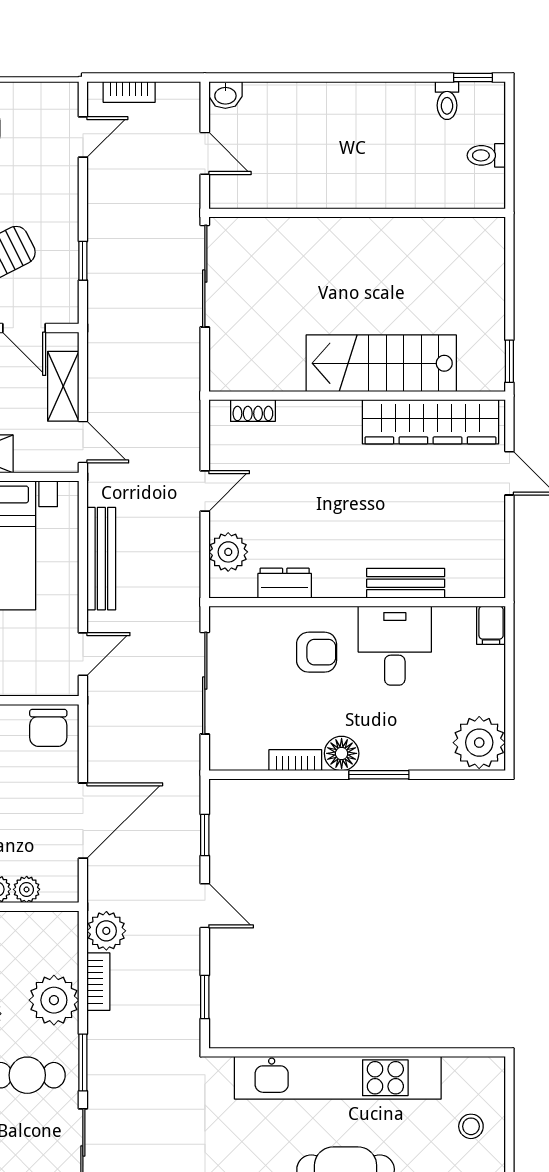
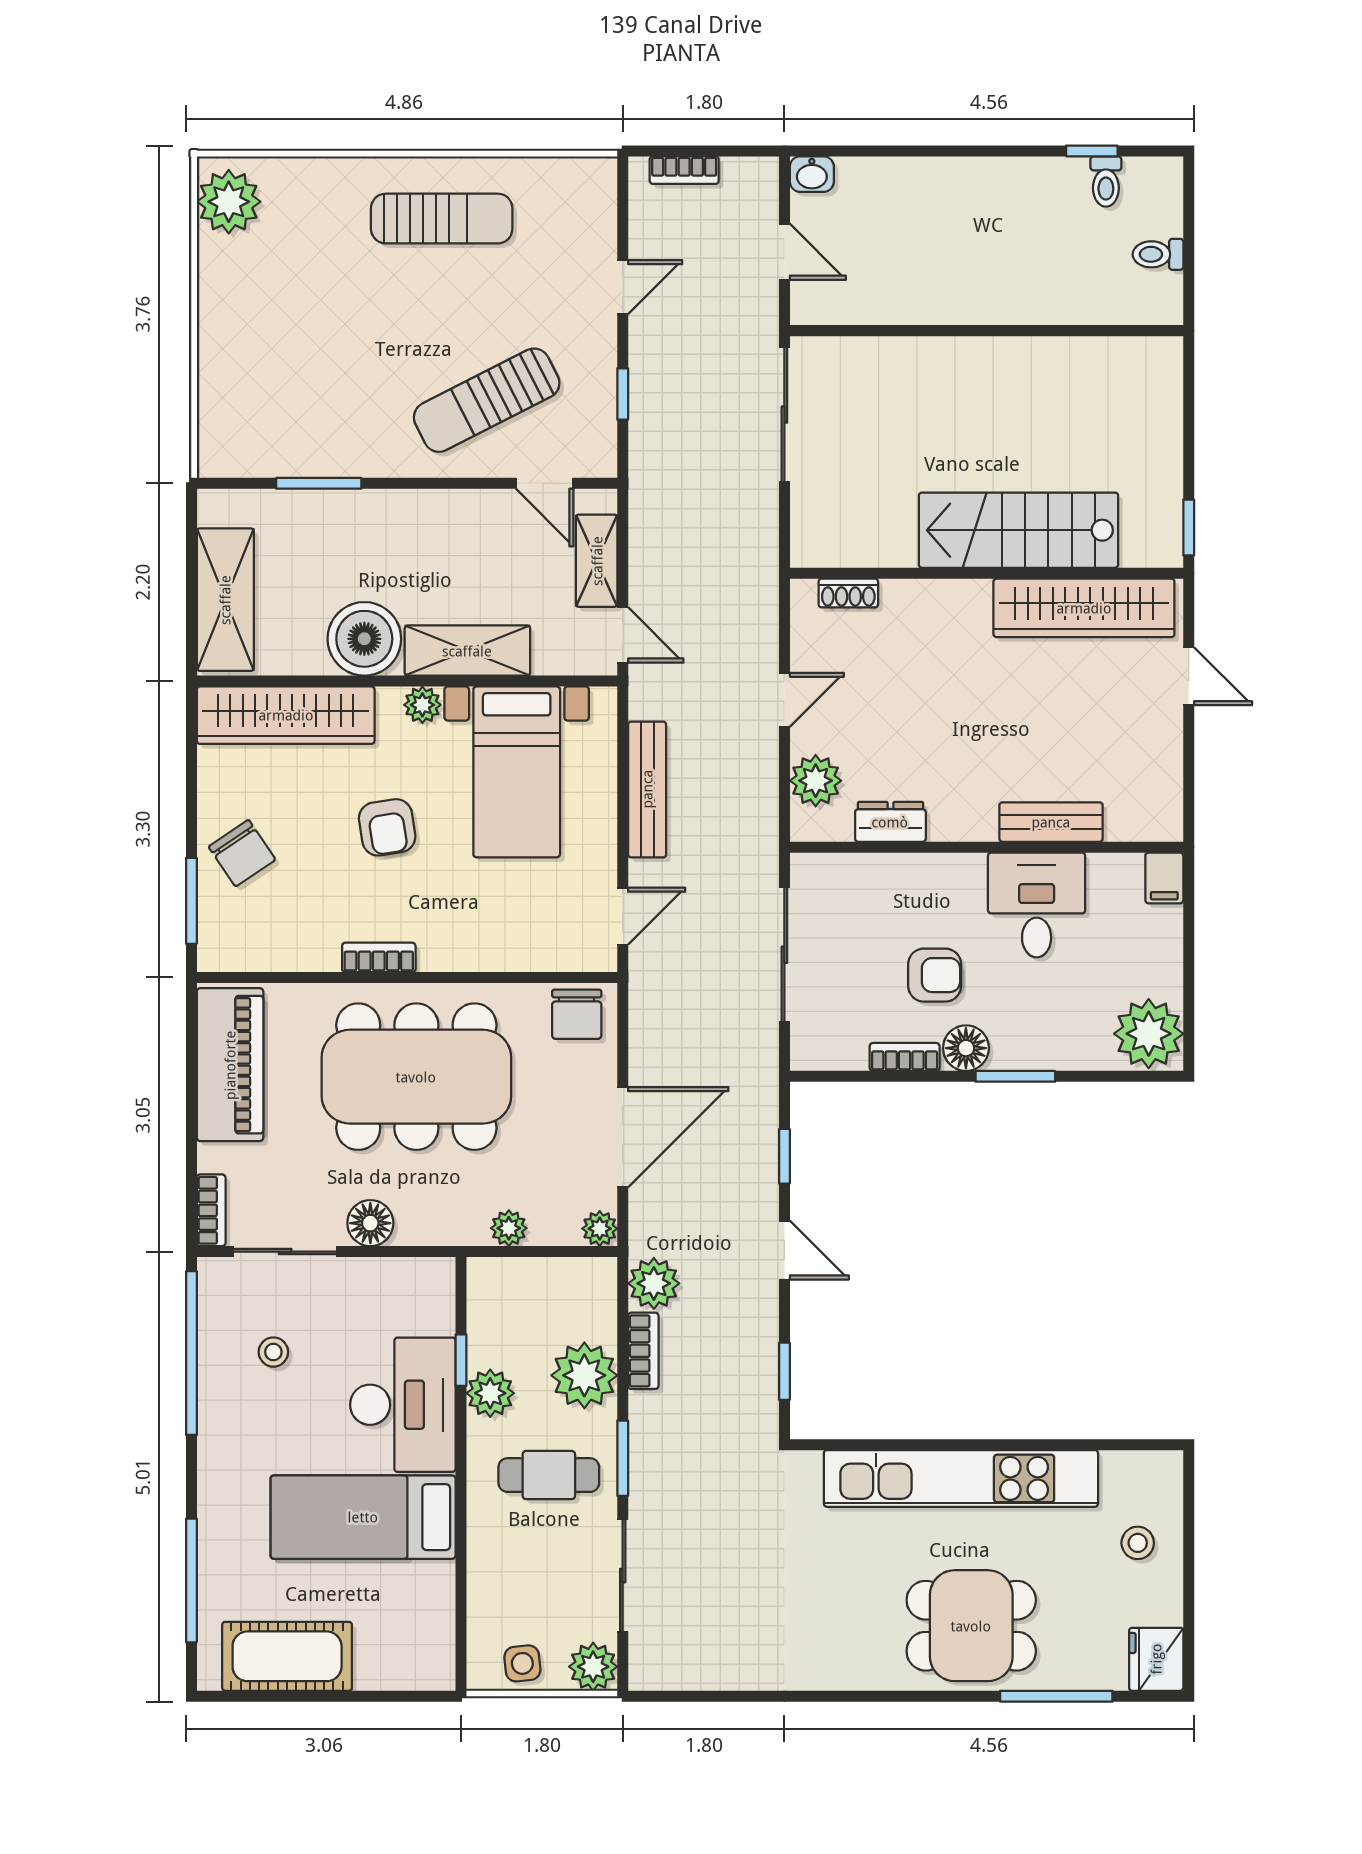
window: (473, 77) -> (1092, 151), moved
door: (83, 137) -> (623, 287), moved
armchair: (317, 652) -> (935, 975), moved
plant: (27, 889) -> (600, 1229), moved

